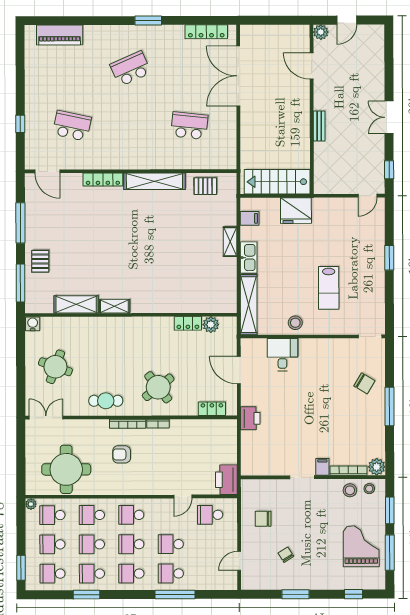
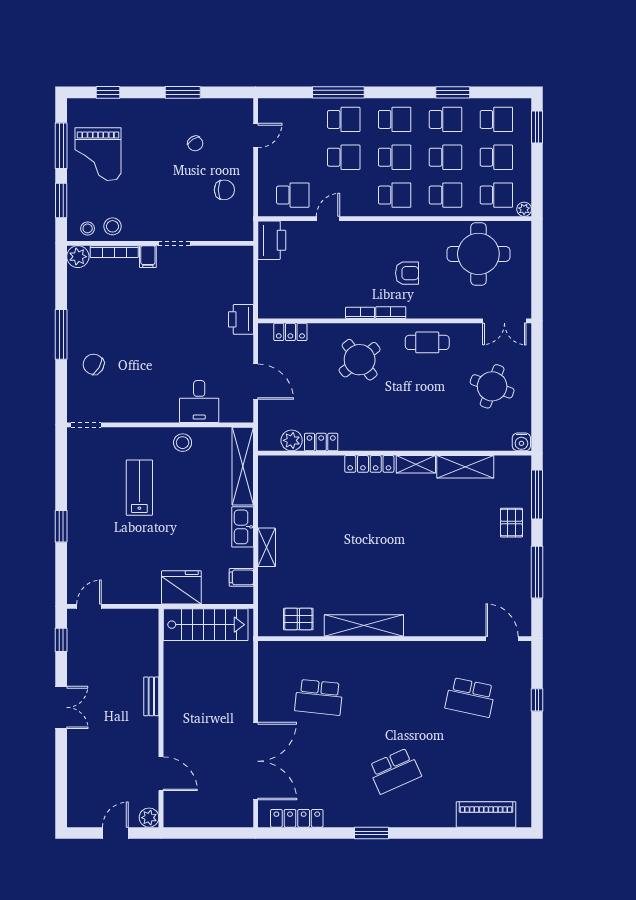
locker: (103, 180) -> (369, 464), moved, turned 180
bookcase: (128, 424) -> (391, 313), width x0.64

